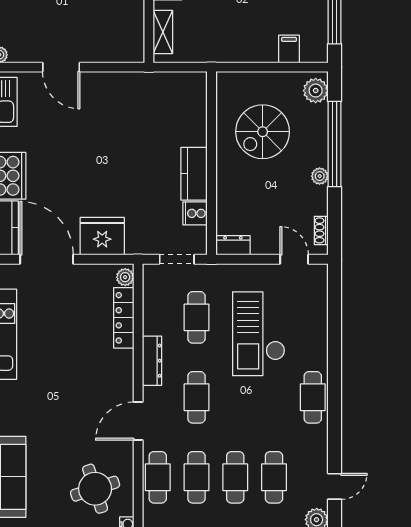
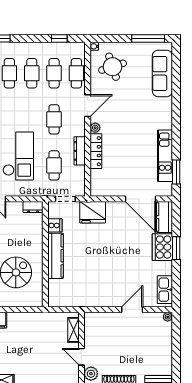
door: (61, 67) -> (132, 310), hinge flipped
kitchen counter: (194, 174) -> (55, 256), width x1.50
fridge: (102, 236) -> (93, 212), moved
plant: (125, 277) -> (95, 128), moved
locker: (124, 318) -> (96, 151), moved
dresser: (152, 361) -> (80, 151), moved

